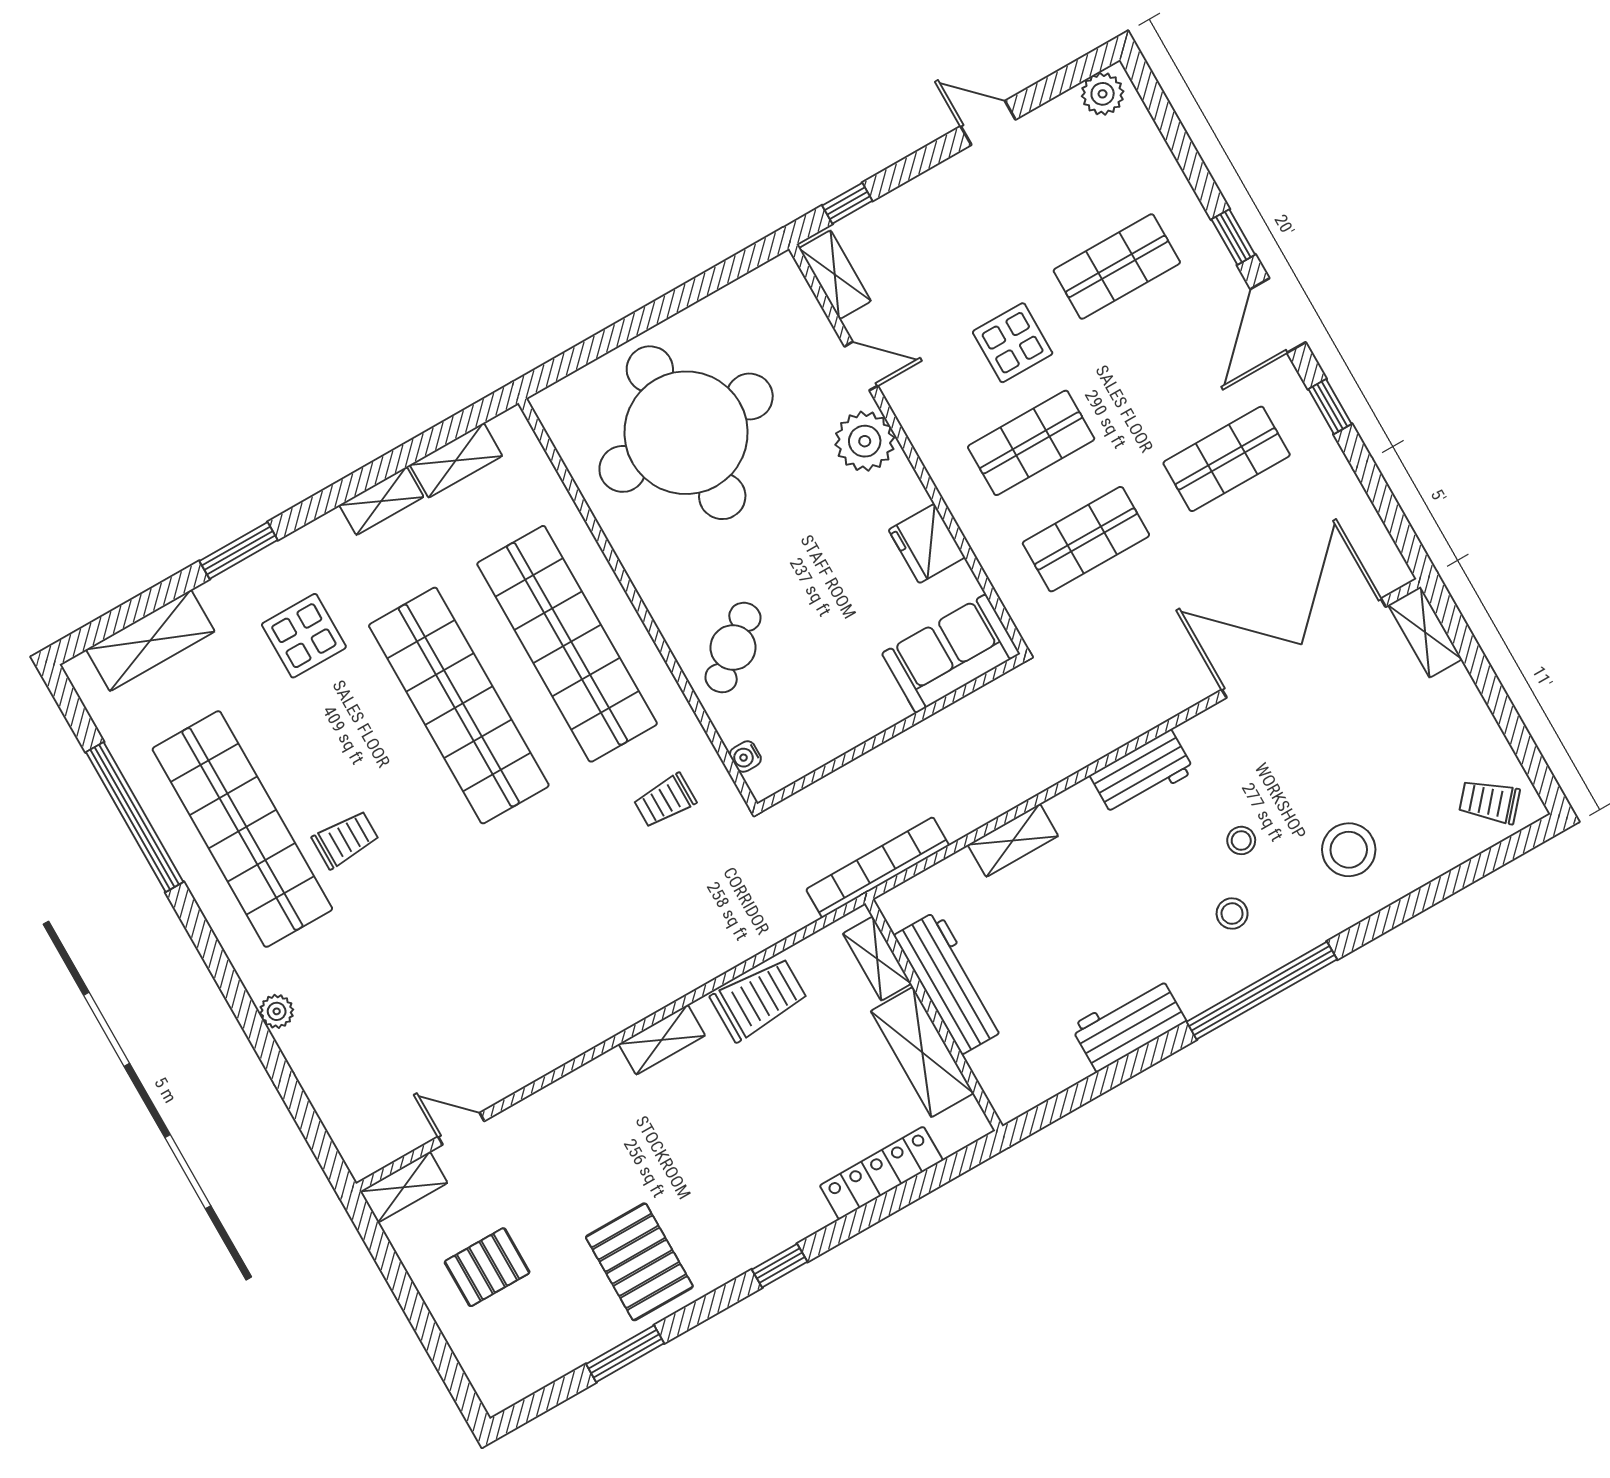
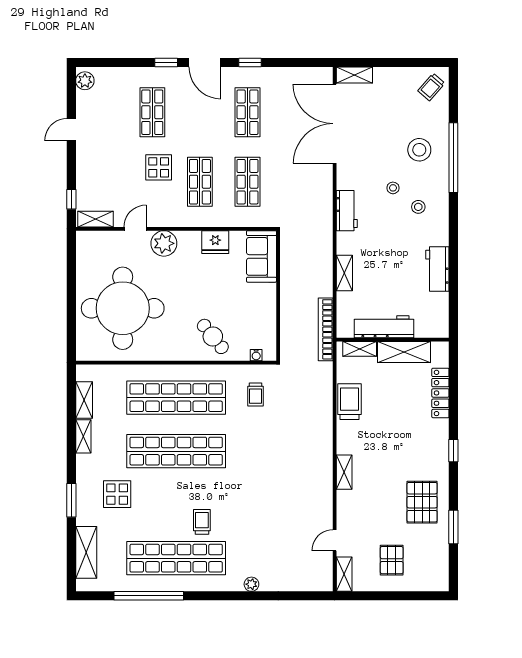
window: (1262, 991) -> (453, 158), moved
shelving: (662, 1040) -> (344, 472), moved
pallet: (639, 1262) -> (422, 502), turned 90

